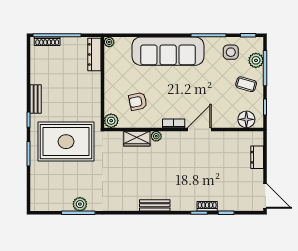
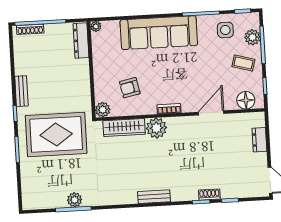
door: (199, 129) -> (211, 113), moved
plant: (156, 136) -> (156, 128), width x1.88, depth x1.88
wardrobe: (137, 139) -> (124, 127), width x1.50

